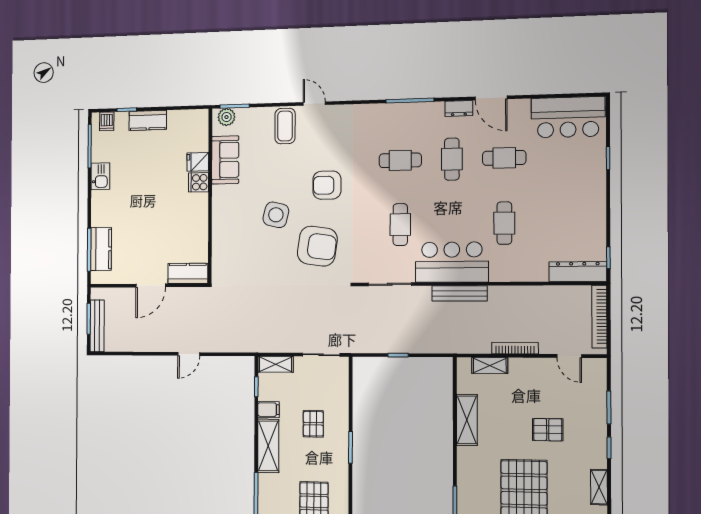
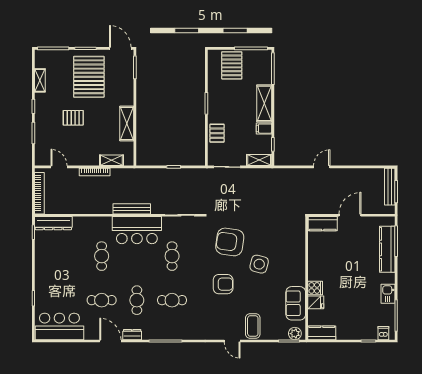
kitchen counter: (148, 120) -> (322, 333), moved
kitchen counter: (101, 249) -> (387, 249), width x1.50
pallet: (313, 424) -> (217, 133), moved

